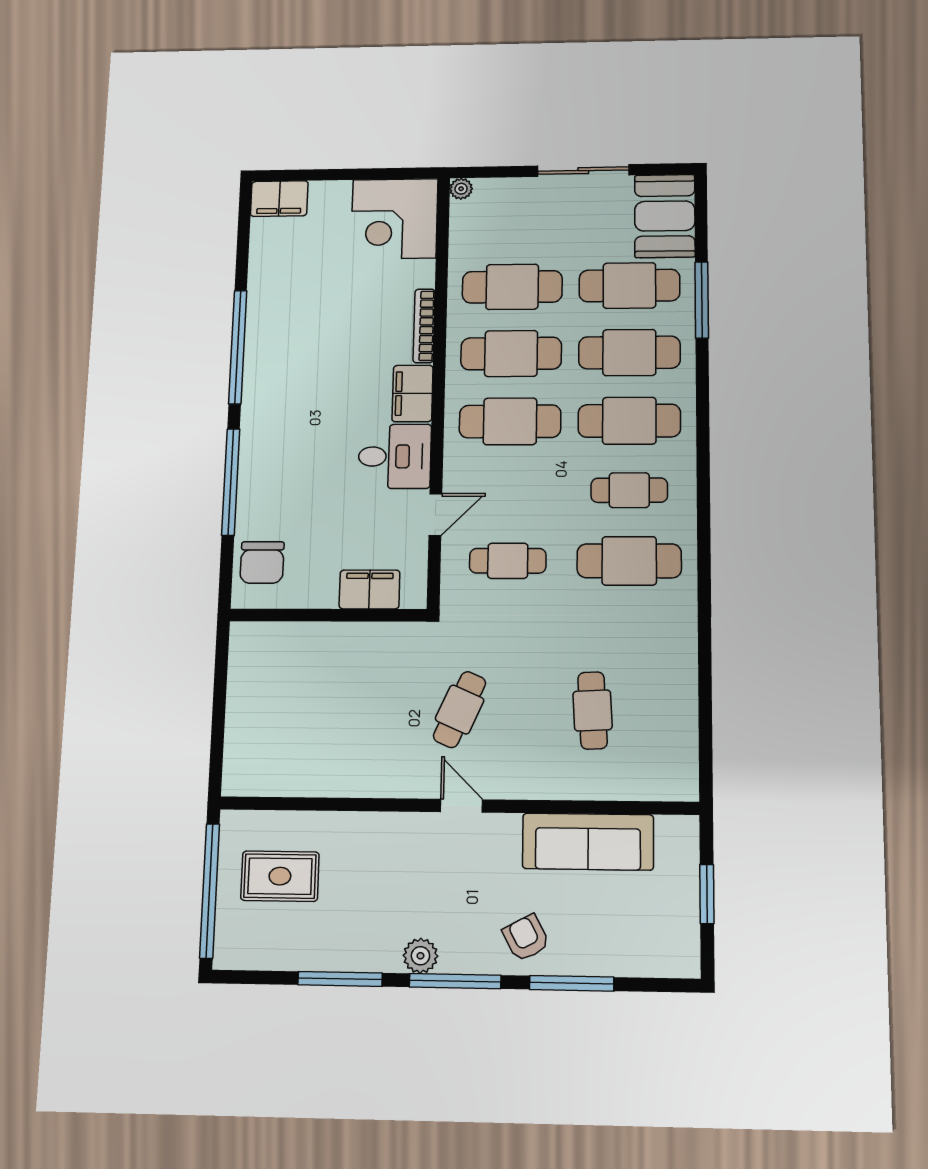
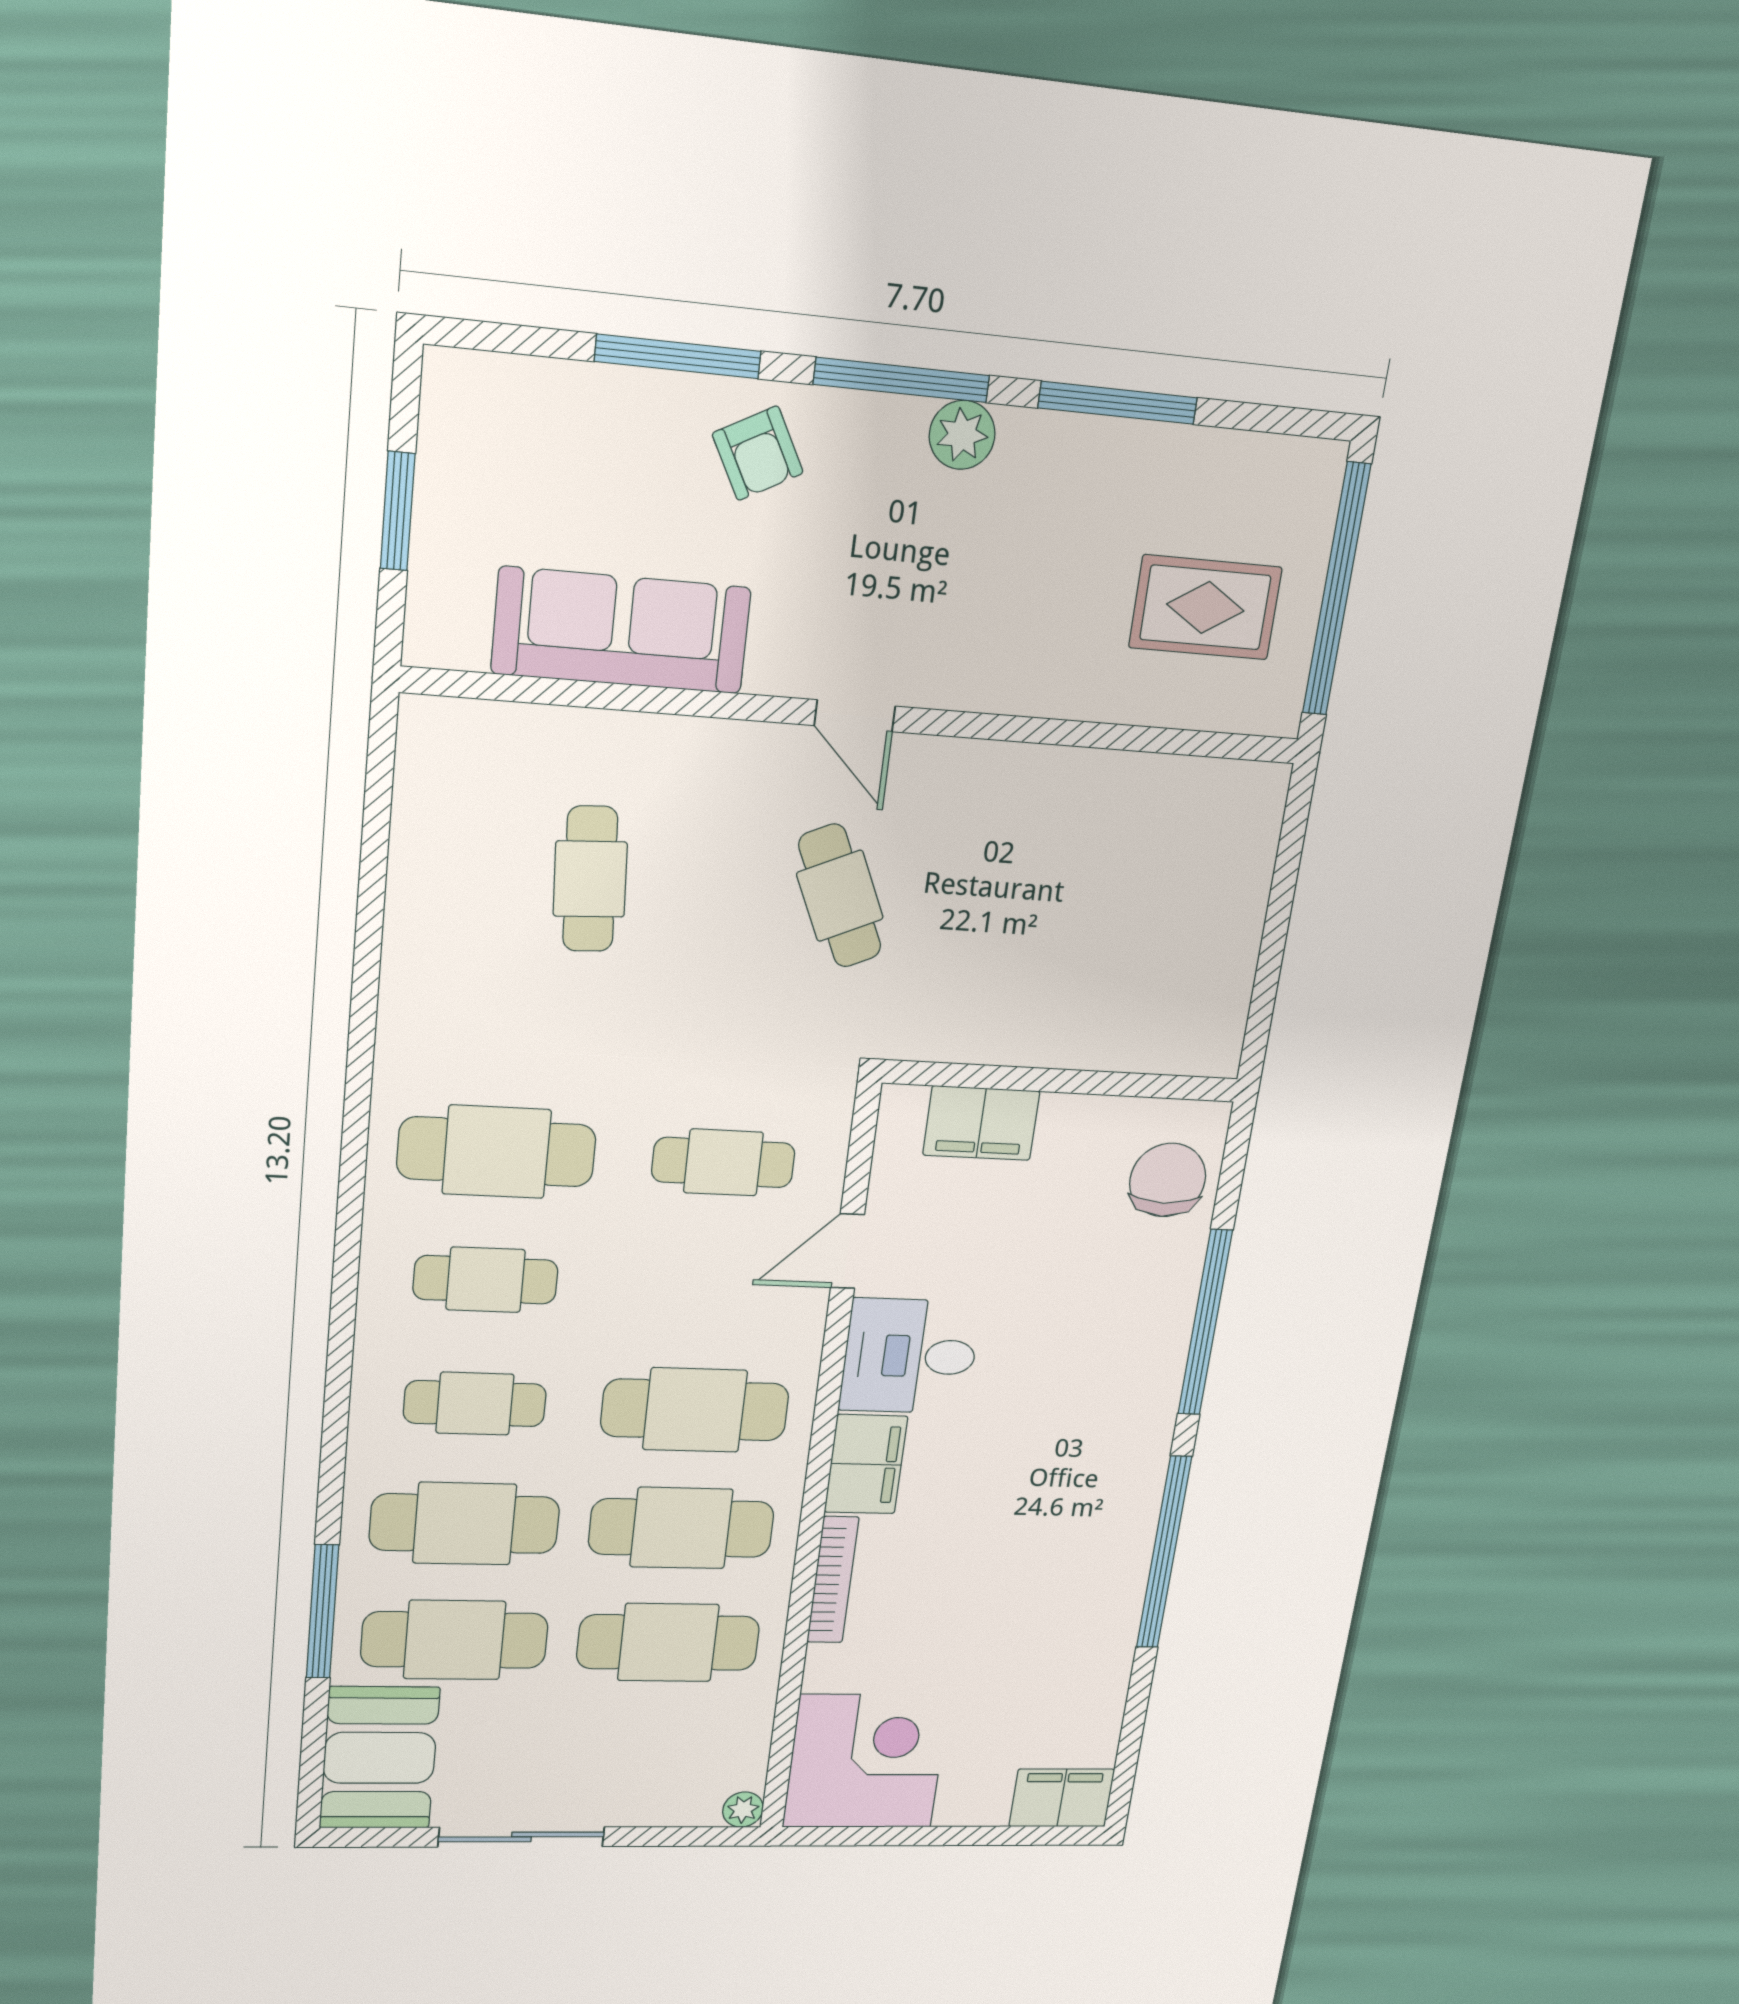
cafe table: (629, 421) -> (475, 1404), width x0.73, depth x0.74
cafe table: (460, 709) -> (840, 896), turned -48

